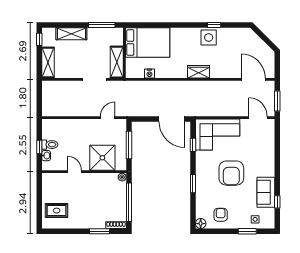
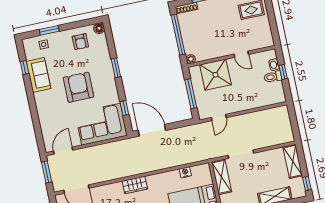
door: (258, 118) -> (63, 151), swing flipped

